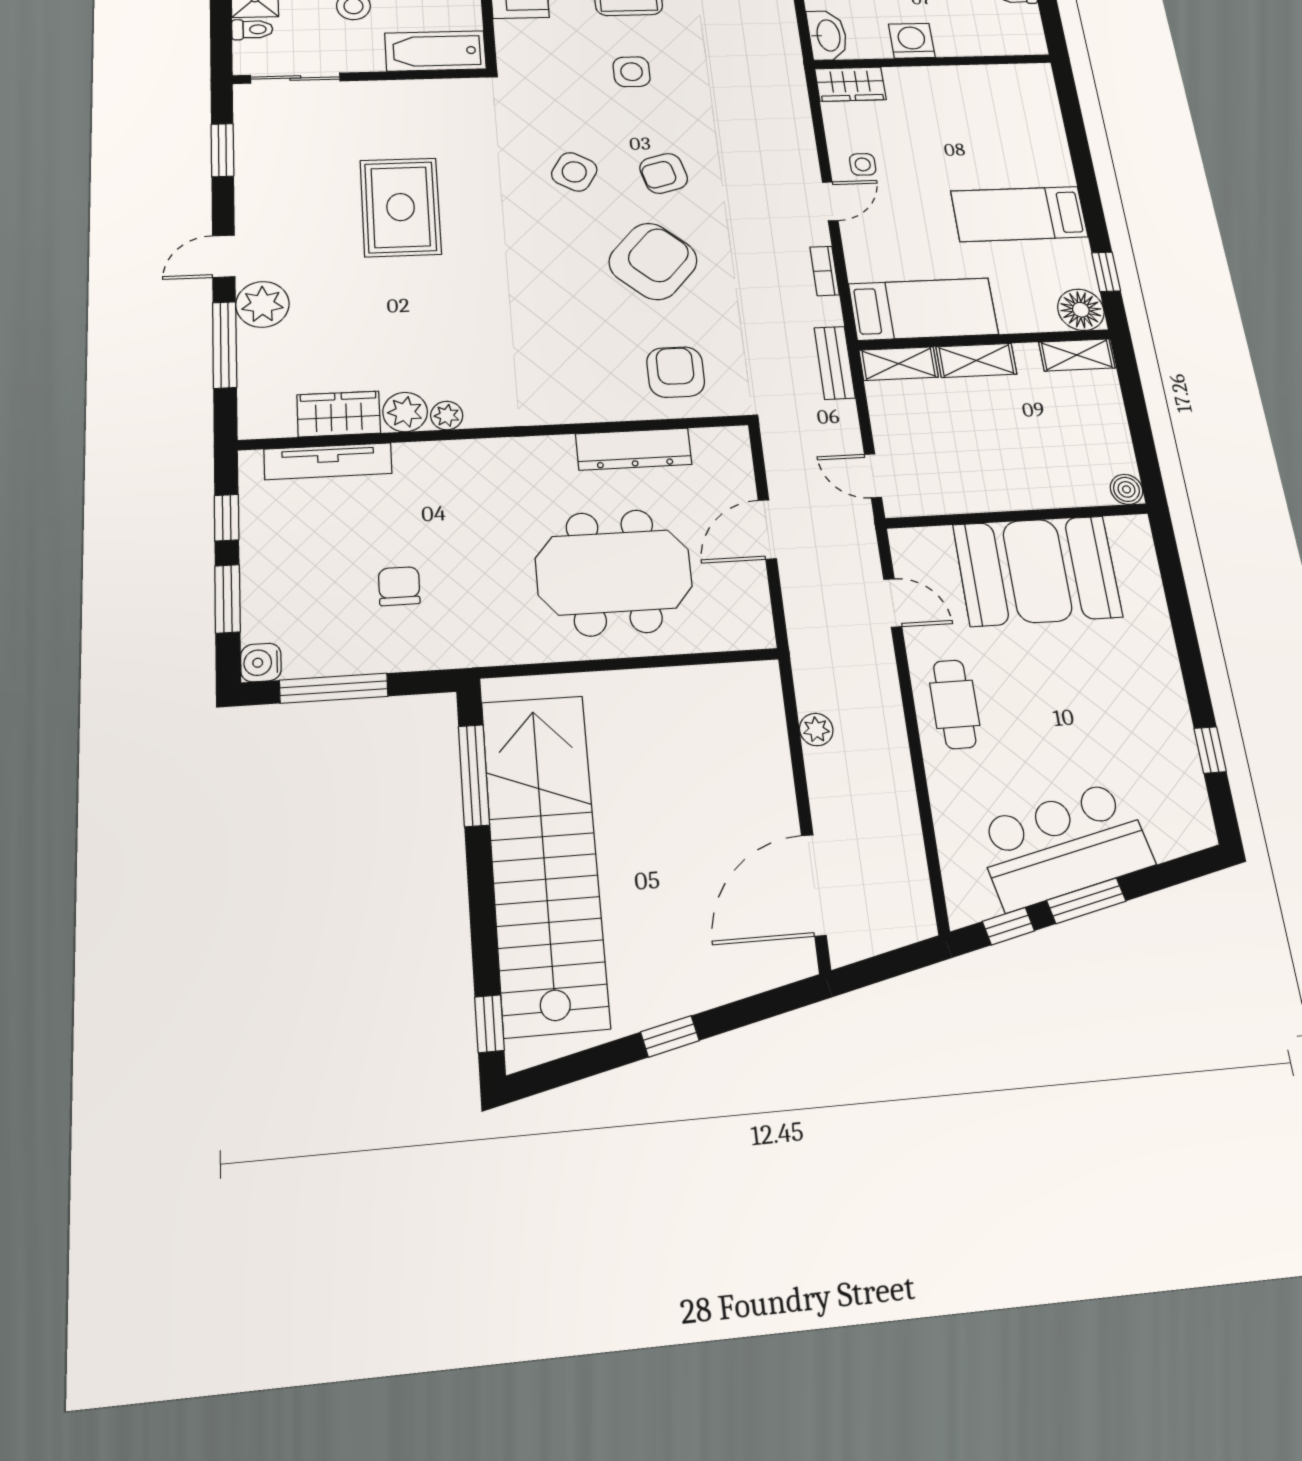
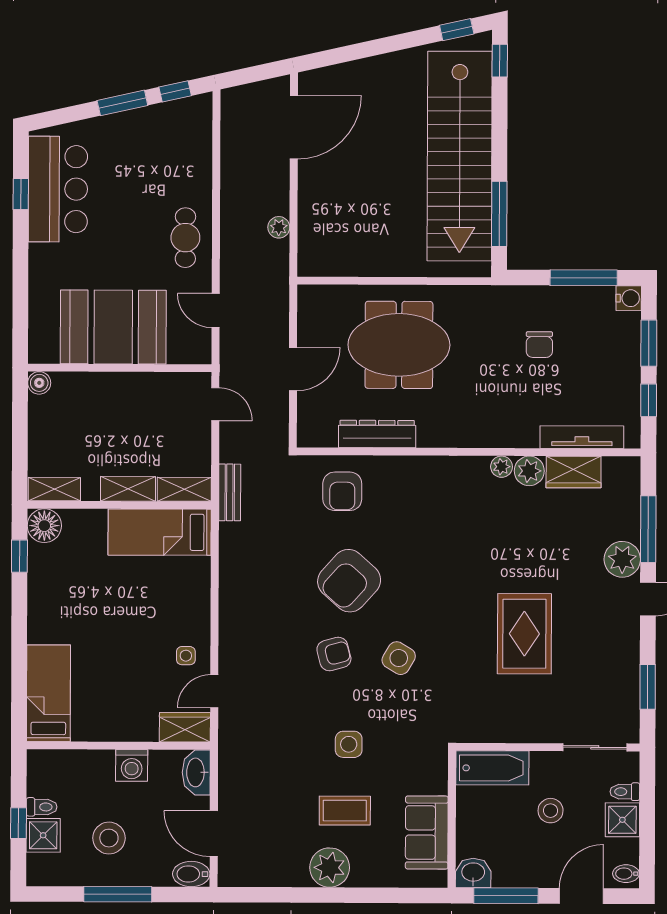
door: (830, 201) -> (214, 691), moved
bed: (1019, 214) -> (48, 693), moved, turned -90
bookcase: (825, 271) -> (227, 567), removed
bar counter: (1064, 845) -> (58, 189), moved, turned -77
window: (670, 1036) -> (457, 30), moved

